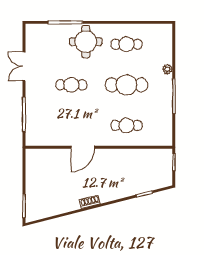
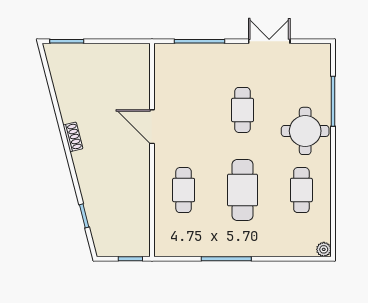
plant: (167, 69) -> (324, 249), moved

